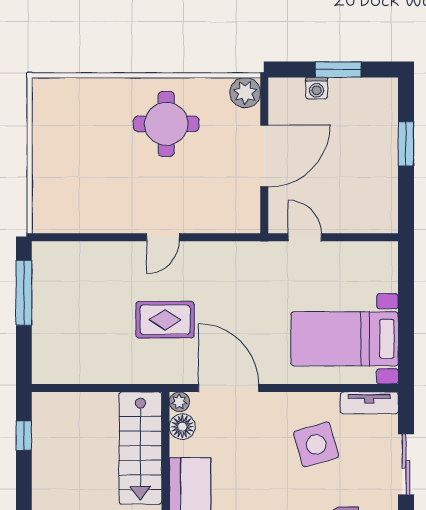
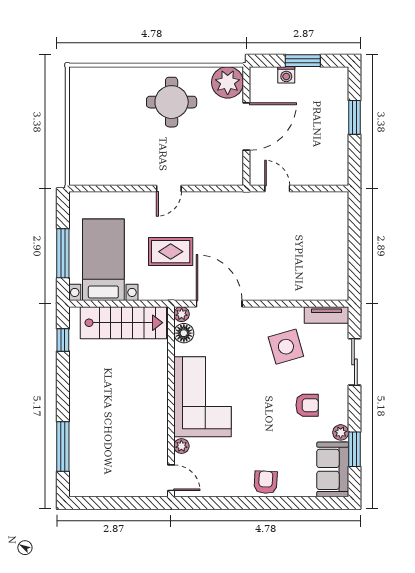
plant: (245, 93) -> (228, 82), width x1.36, depth x1.36
window: (24, 293) -> (63, 253), moved
bed with nightstands: (345, 339) -> (103, 260), moved, turned 90
stairs: (140, 448) -> (123, 323), moved, turned -90

